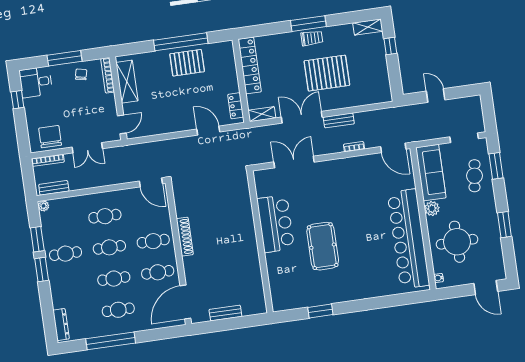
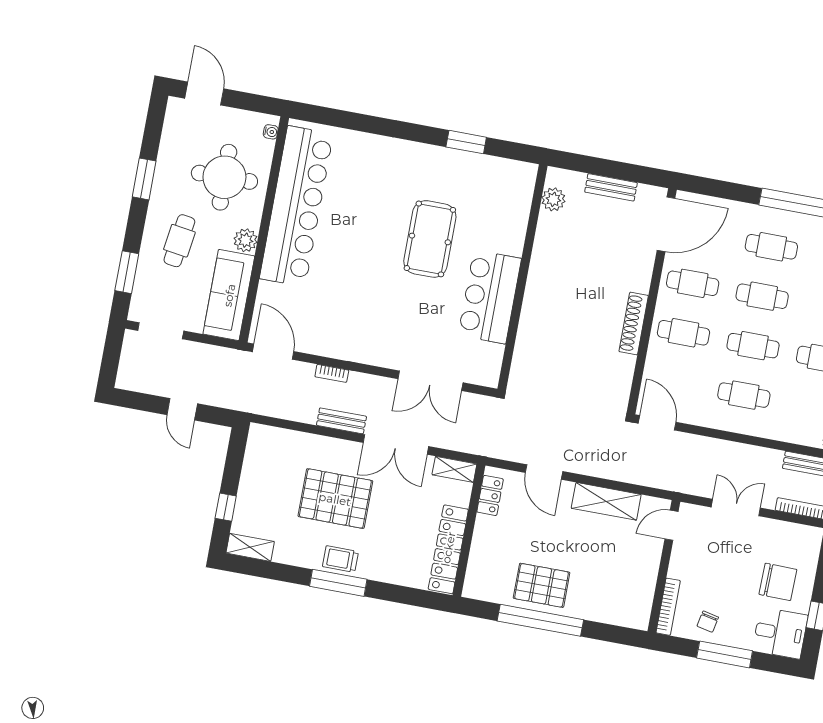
shelving: (127, 82) -> (606, 501), moved, turned 90
chair: (50, 137) -> (778, 582), moved, turned -89
cafe table: (474, 176) -> (179, 241), moved
plant: (257, 294) -> (553, 199), added

